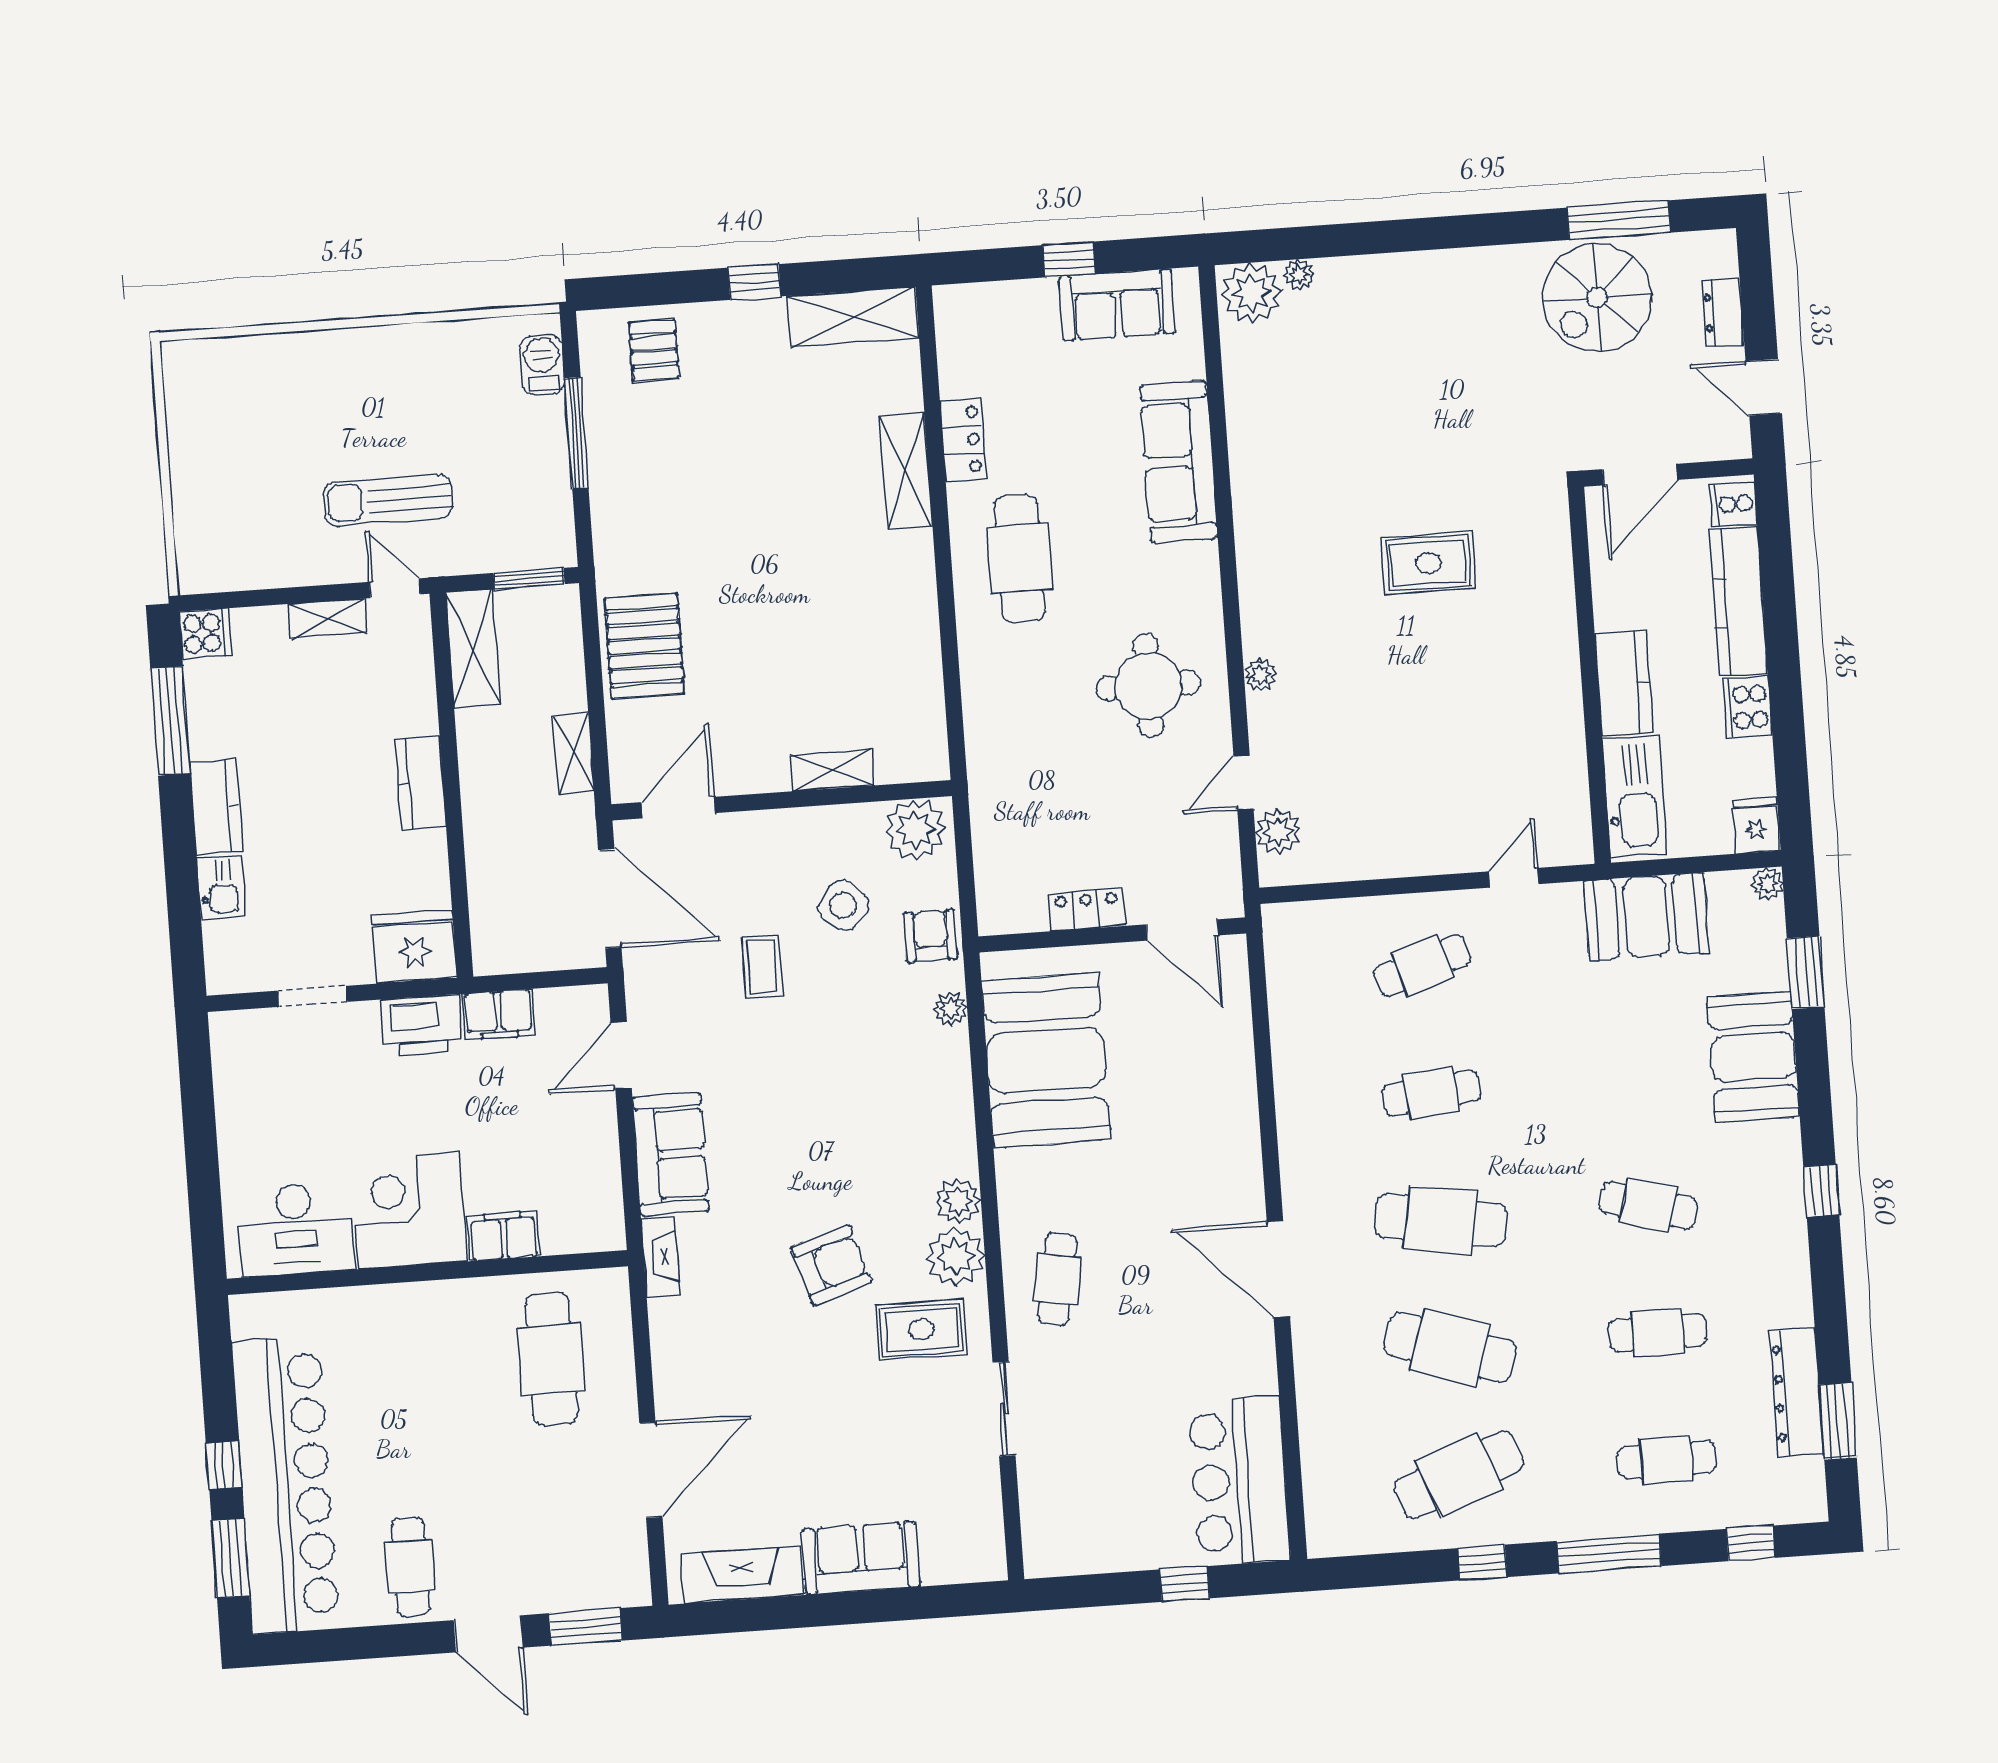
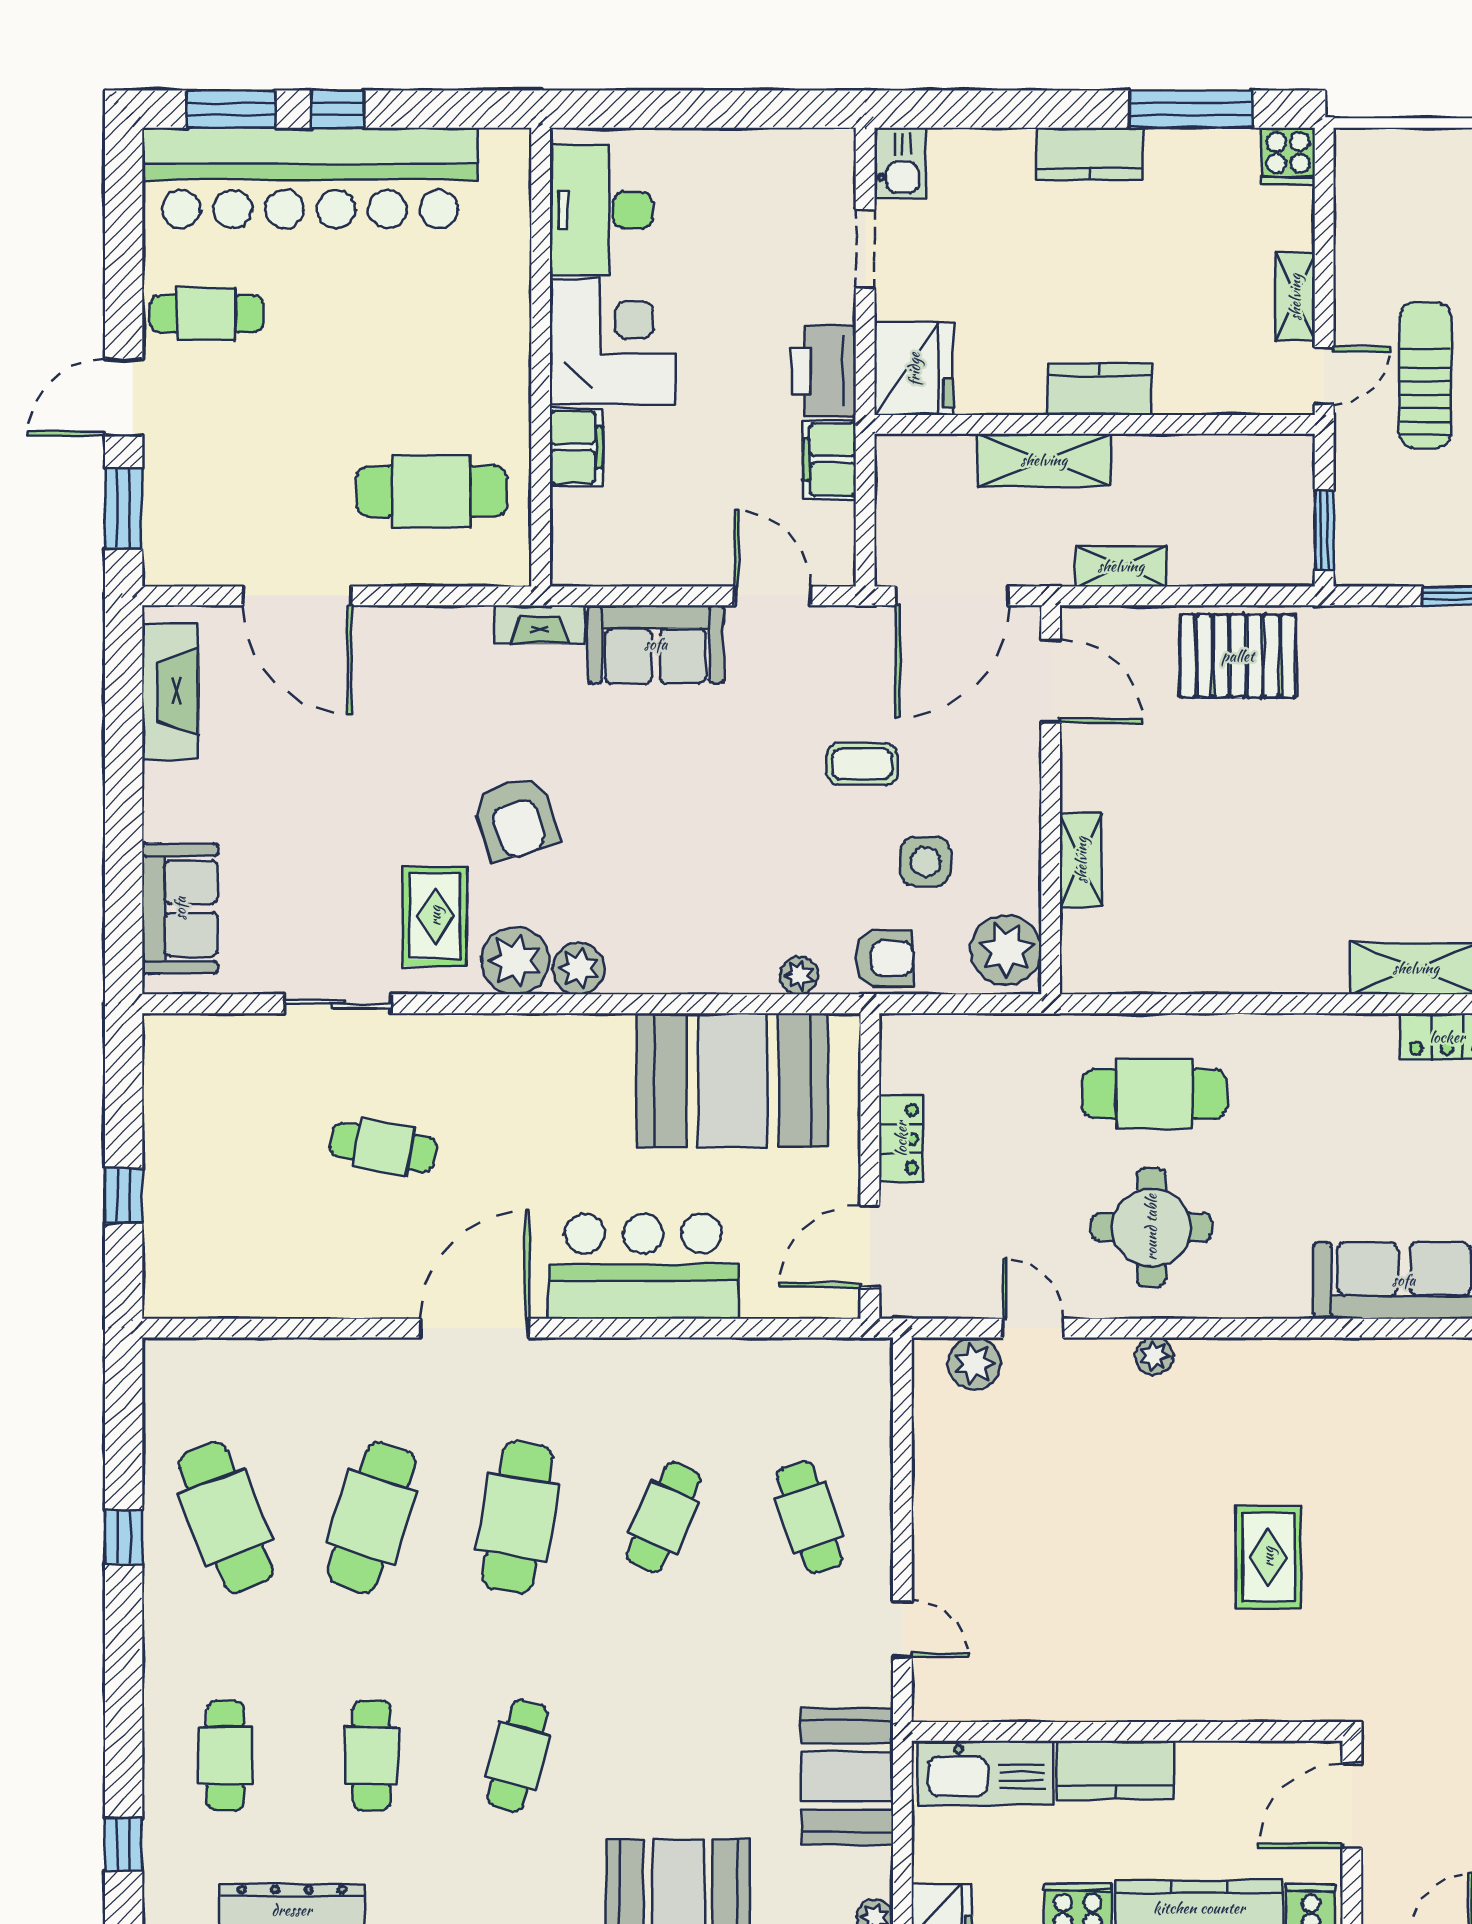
door: (1640, 475) -> (1352, 1806), hinge flipped
cafe table: (1020, 558) -> (1155, 1094), moved
shelving: (473, 649) -> (1044, 460), moved
kitchen sink: (221, 887) -> (900, 163), moved, turned -90
side table: (843, 906) -> (925, 862), turned -38
cafe table: (1431, 1093) -> (664, 1517), turned 30
cafe table: (1057, 1279) -> (383, 1147), moved
bar counter: (1239, 1481) -> (643, 1266), moved
window: (1609, 1554) -> (124, 1682), removed
sofa: (861, 1558) -> (180, 908), moved

